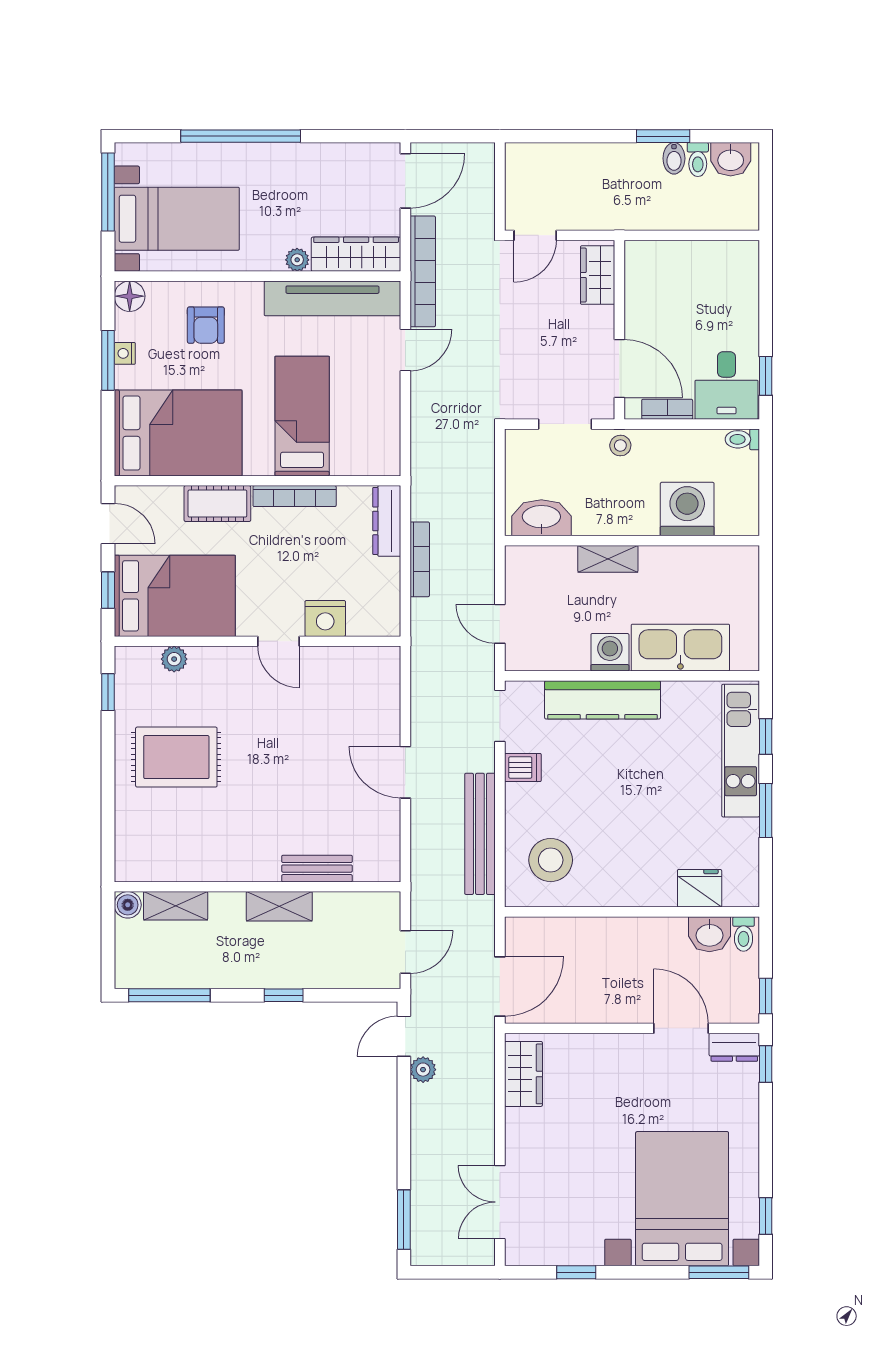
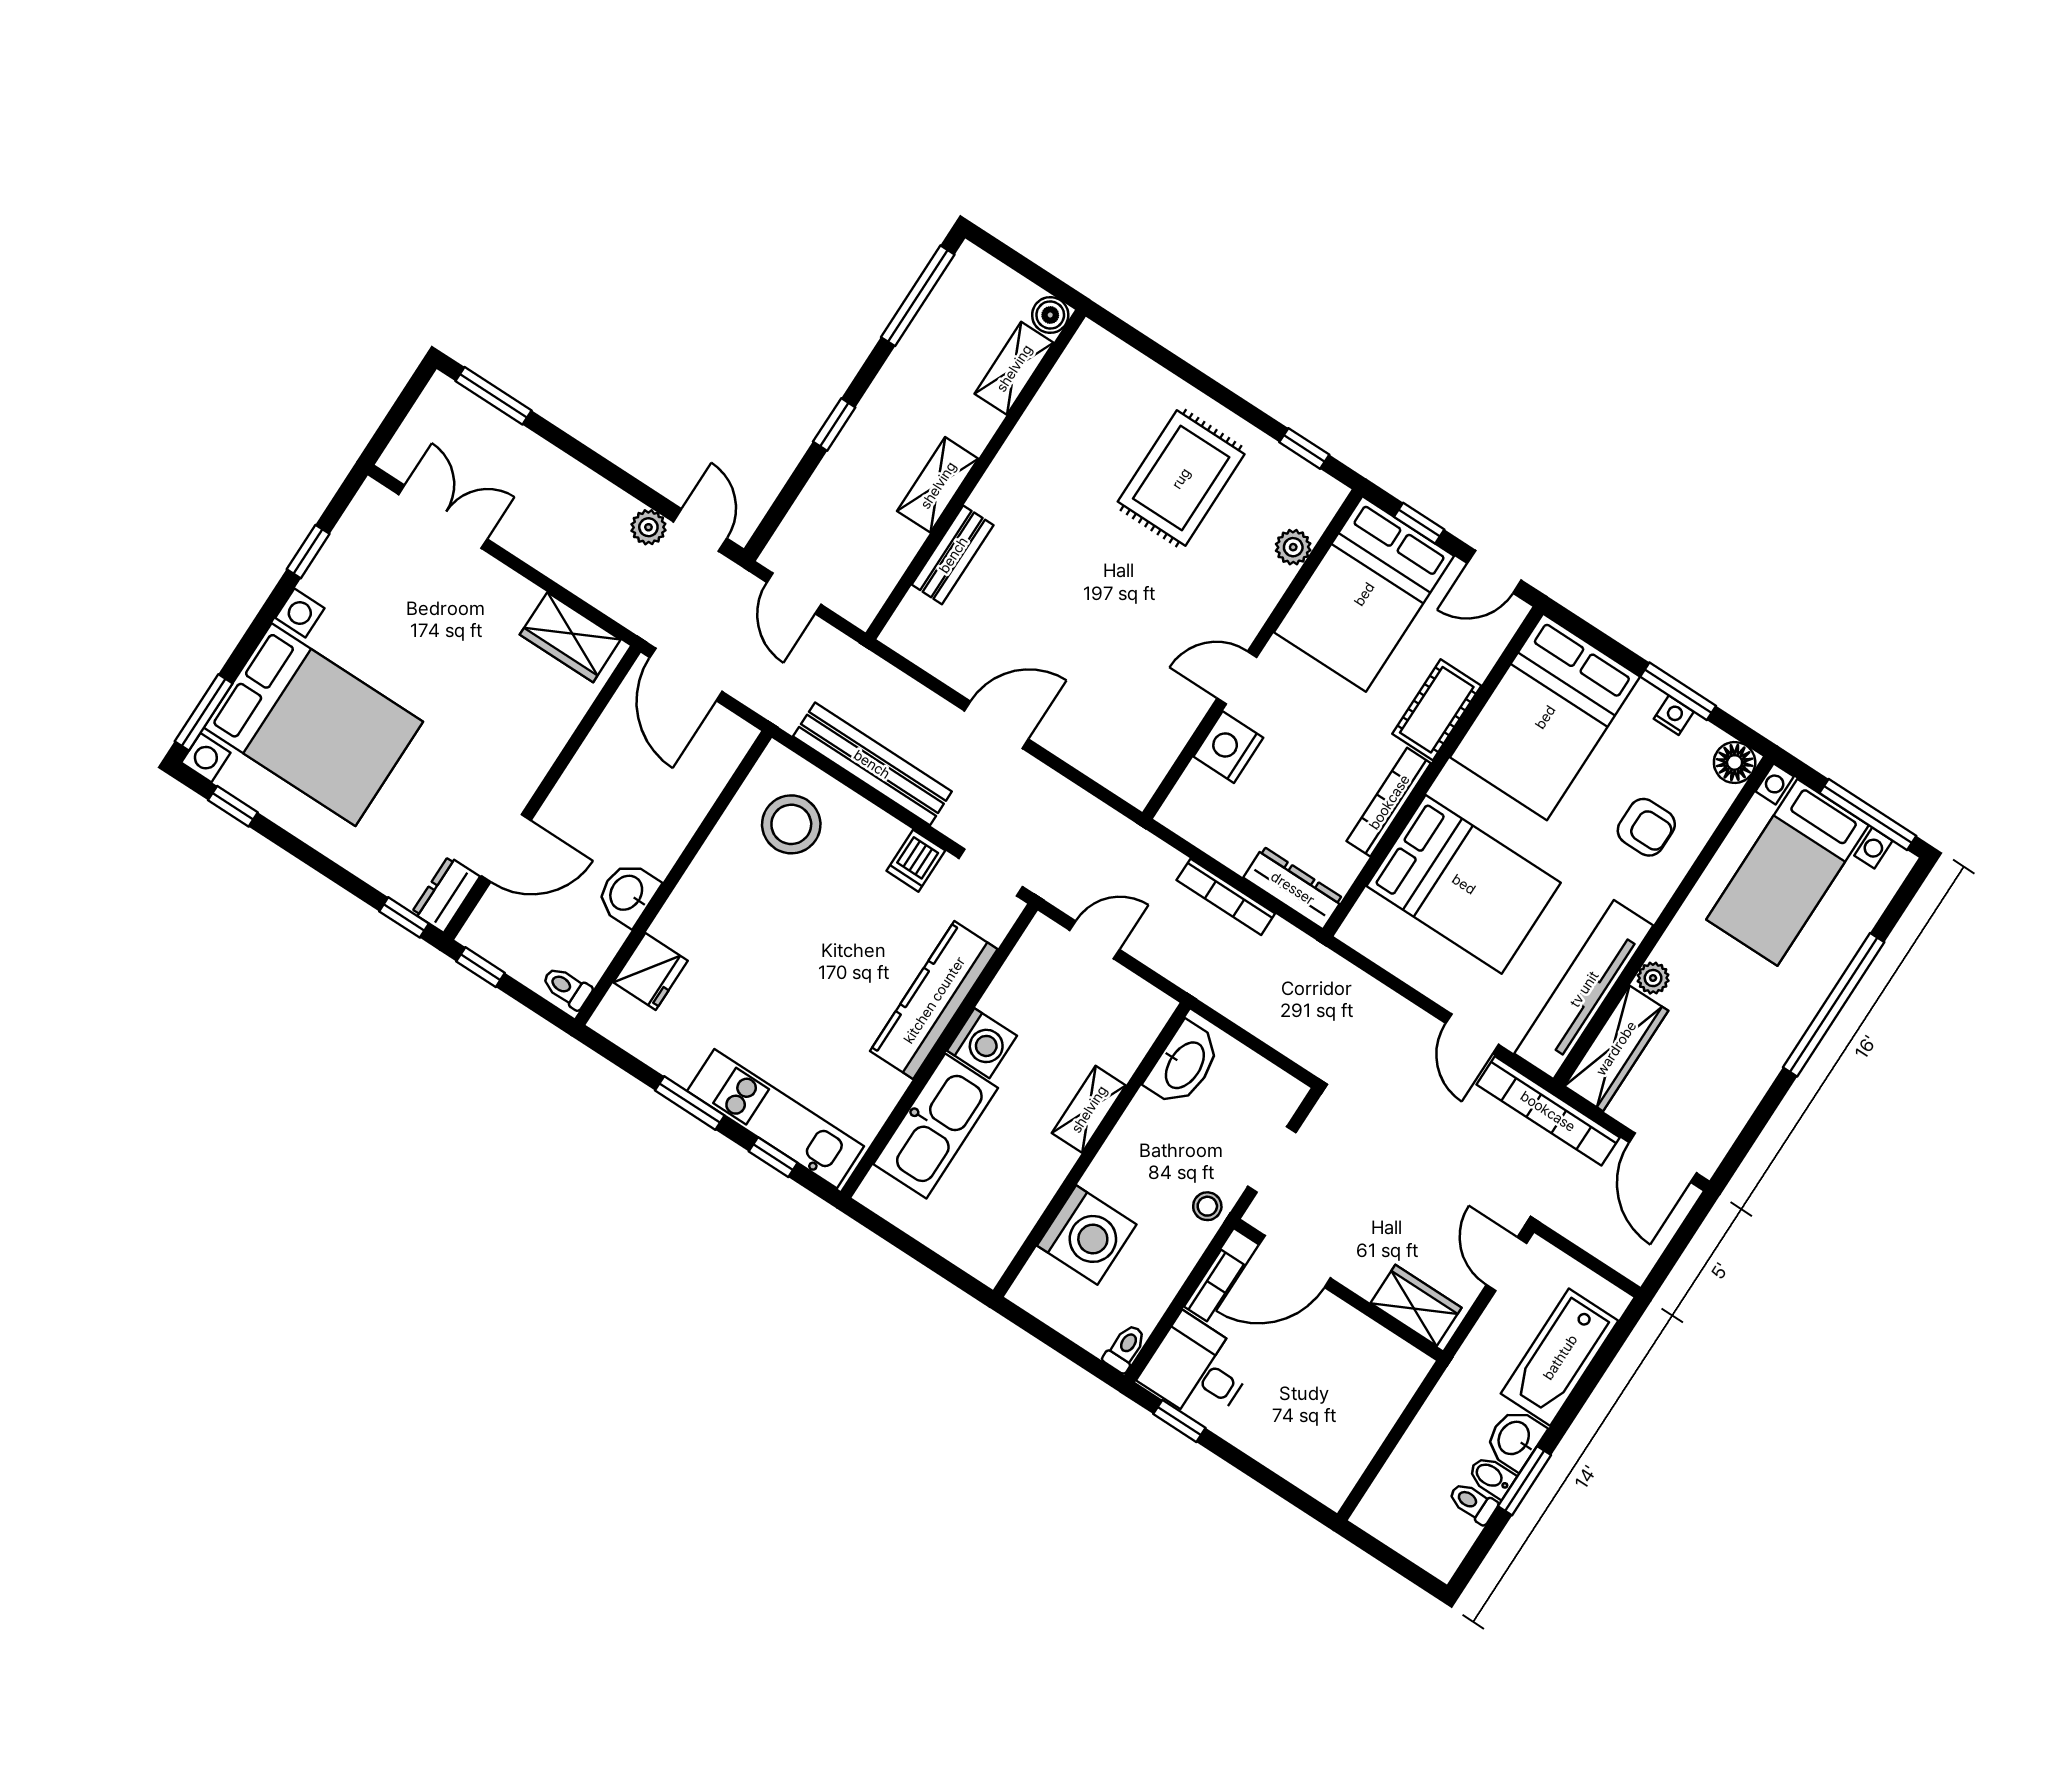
washbasin: (731, 159) -> (1515, 1439), moved
bathtub: (572, 164) -> (1560, 1357), added
armchair: (206, 325) -> (1646, 827), turned 180
bed: (302, 416) -> (1464, 884), width x1.50
washbasin: (709, 934) -> (627, 893), moved

